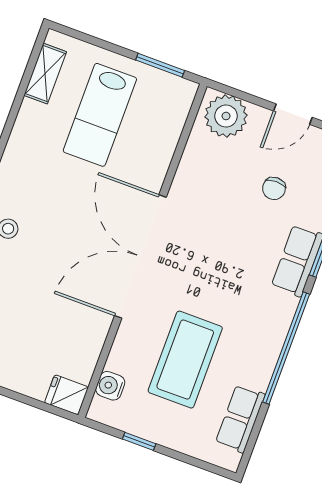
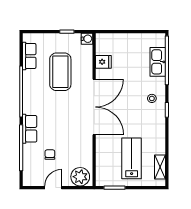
water cooler: (110, 386) -> (87, 39), moved
fridge: (66, 395) -> (103, 62), moved

